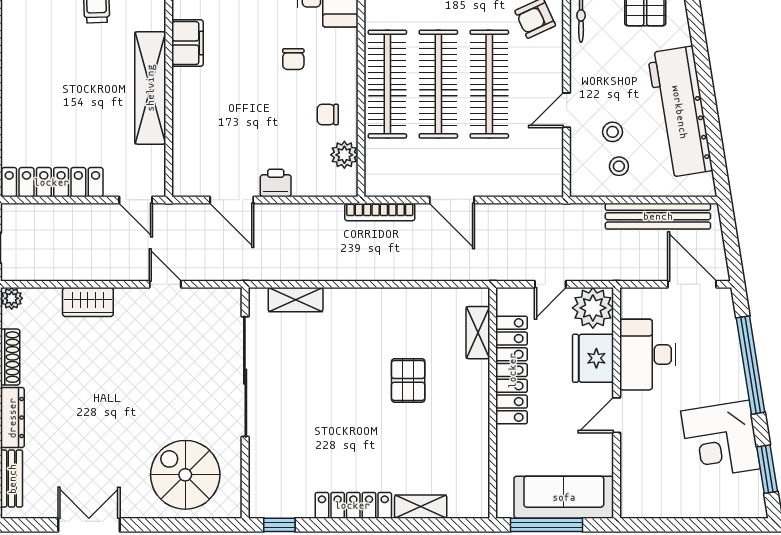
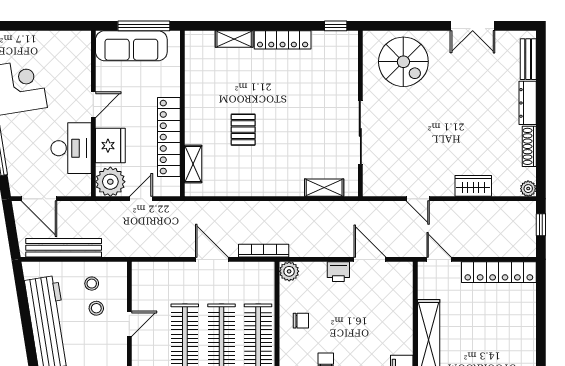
plant: (344, 155) -> (289, 271), moved
sliding door: (245, 377) -> (360, 132), width x0.73

